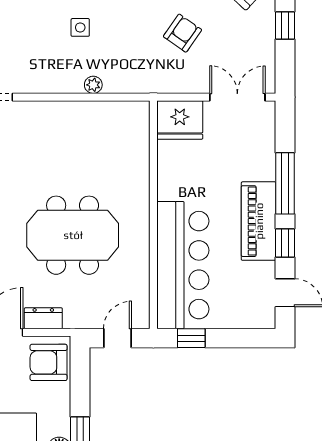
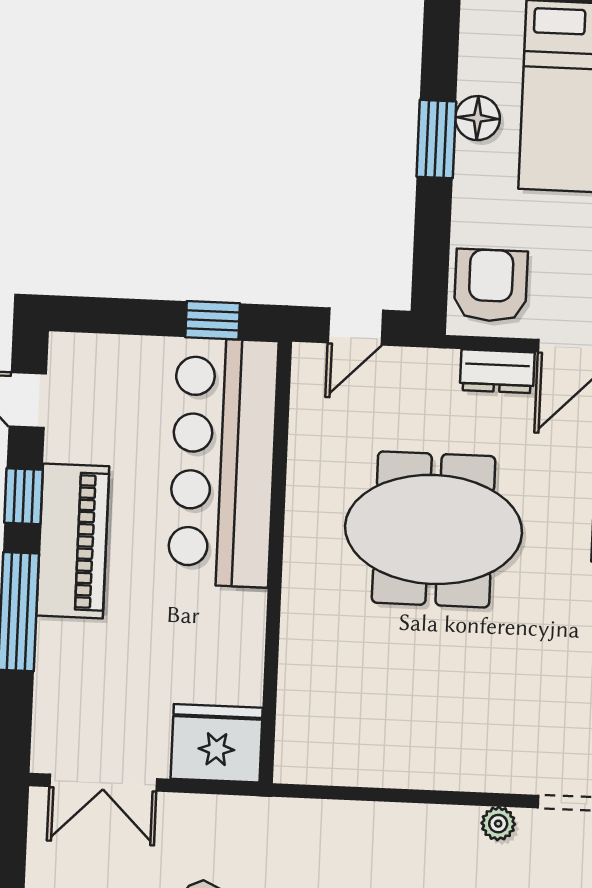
plant: (93, 85) -> (498, 824), moved
armchair: (49, 362) -> (491, 285), turned -90

